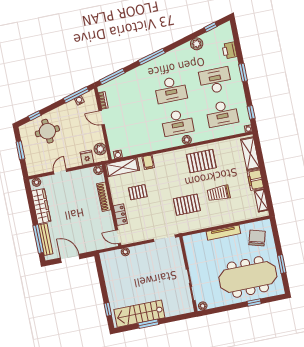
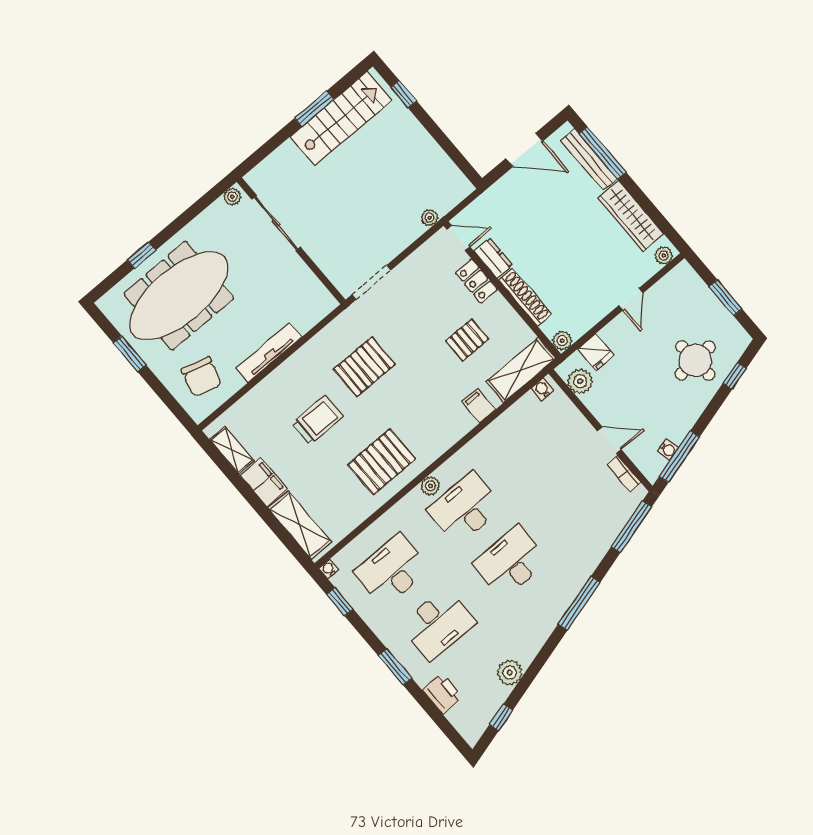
dresser: (108, 220) -> (493, 258), added

